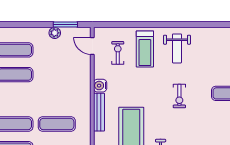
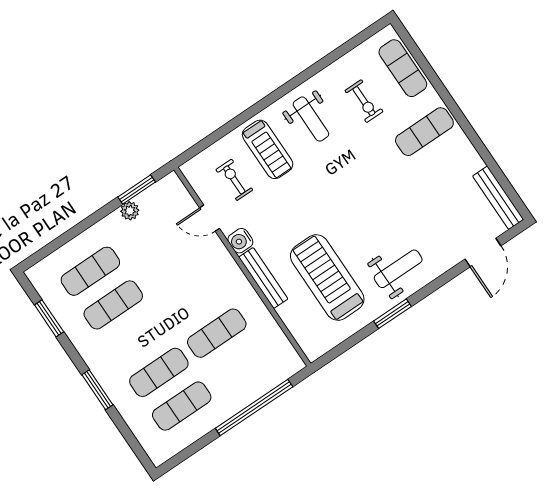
door: (92, 46) -> (210, 218), moved
exercise bike: (179, 96) -> (364, 101), moved

